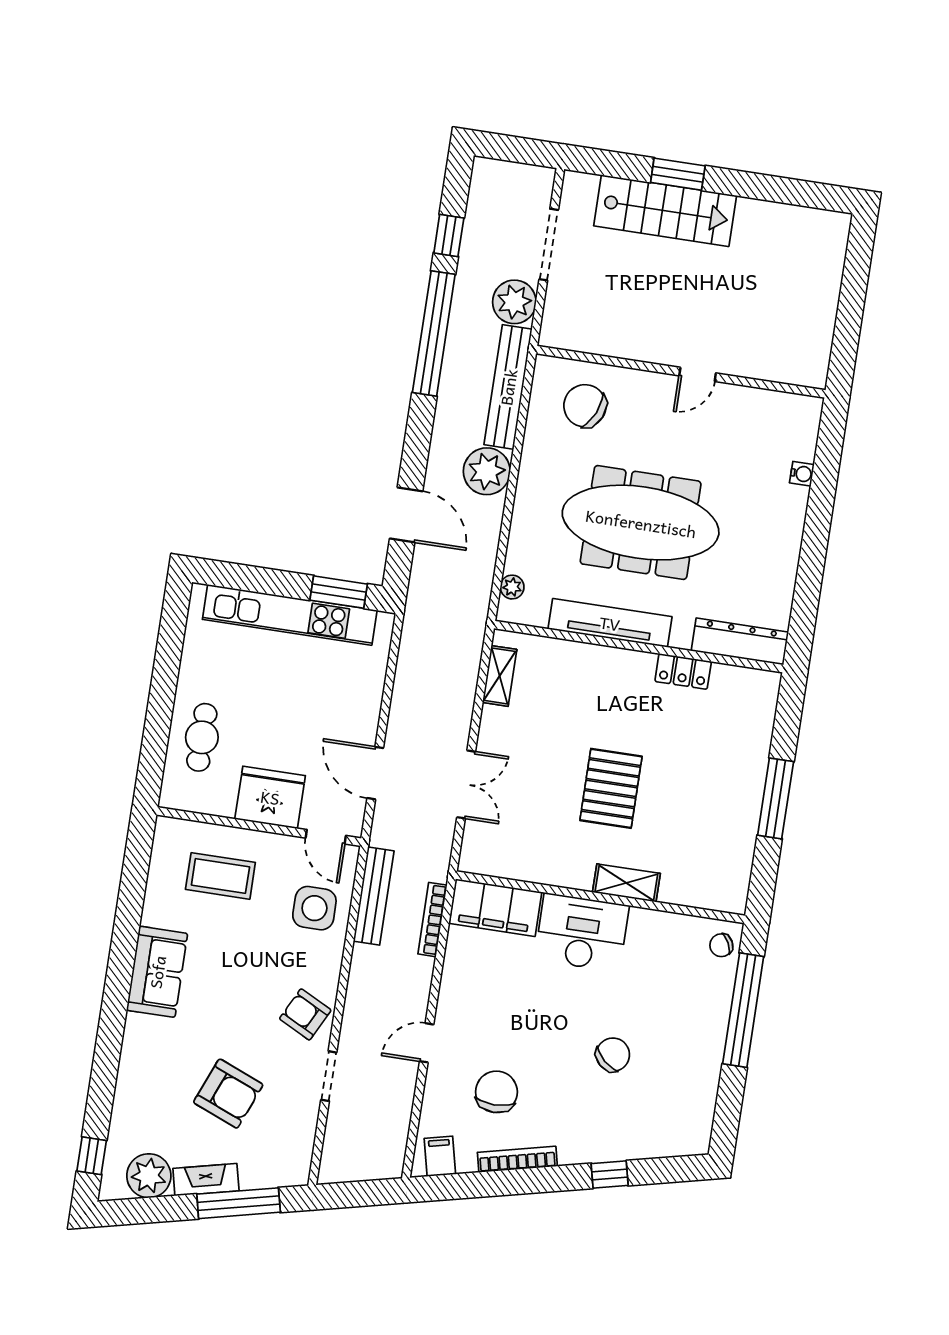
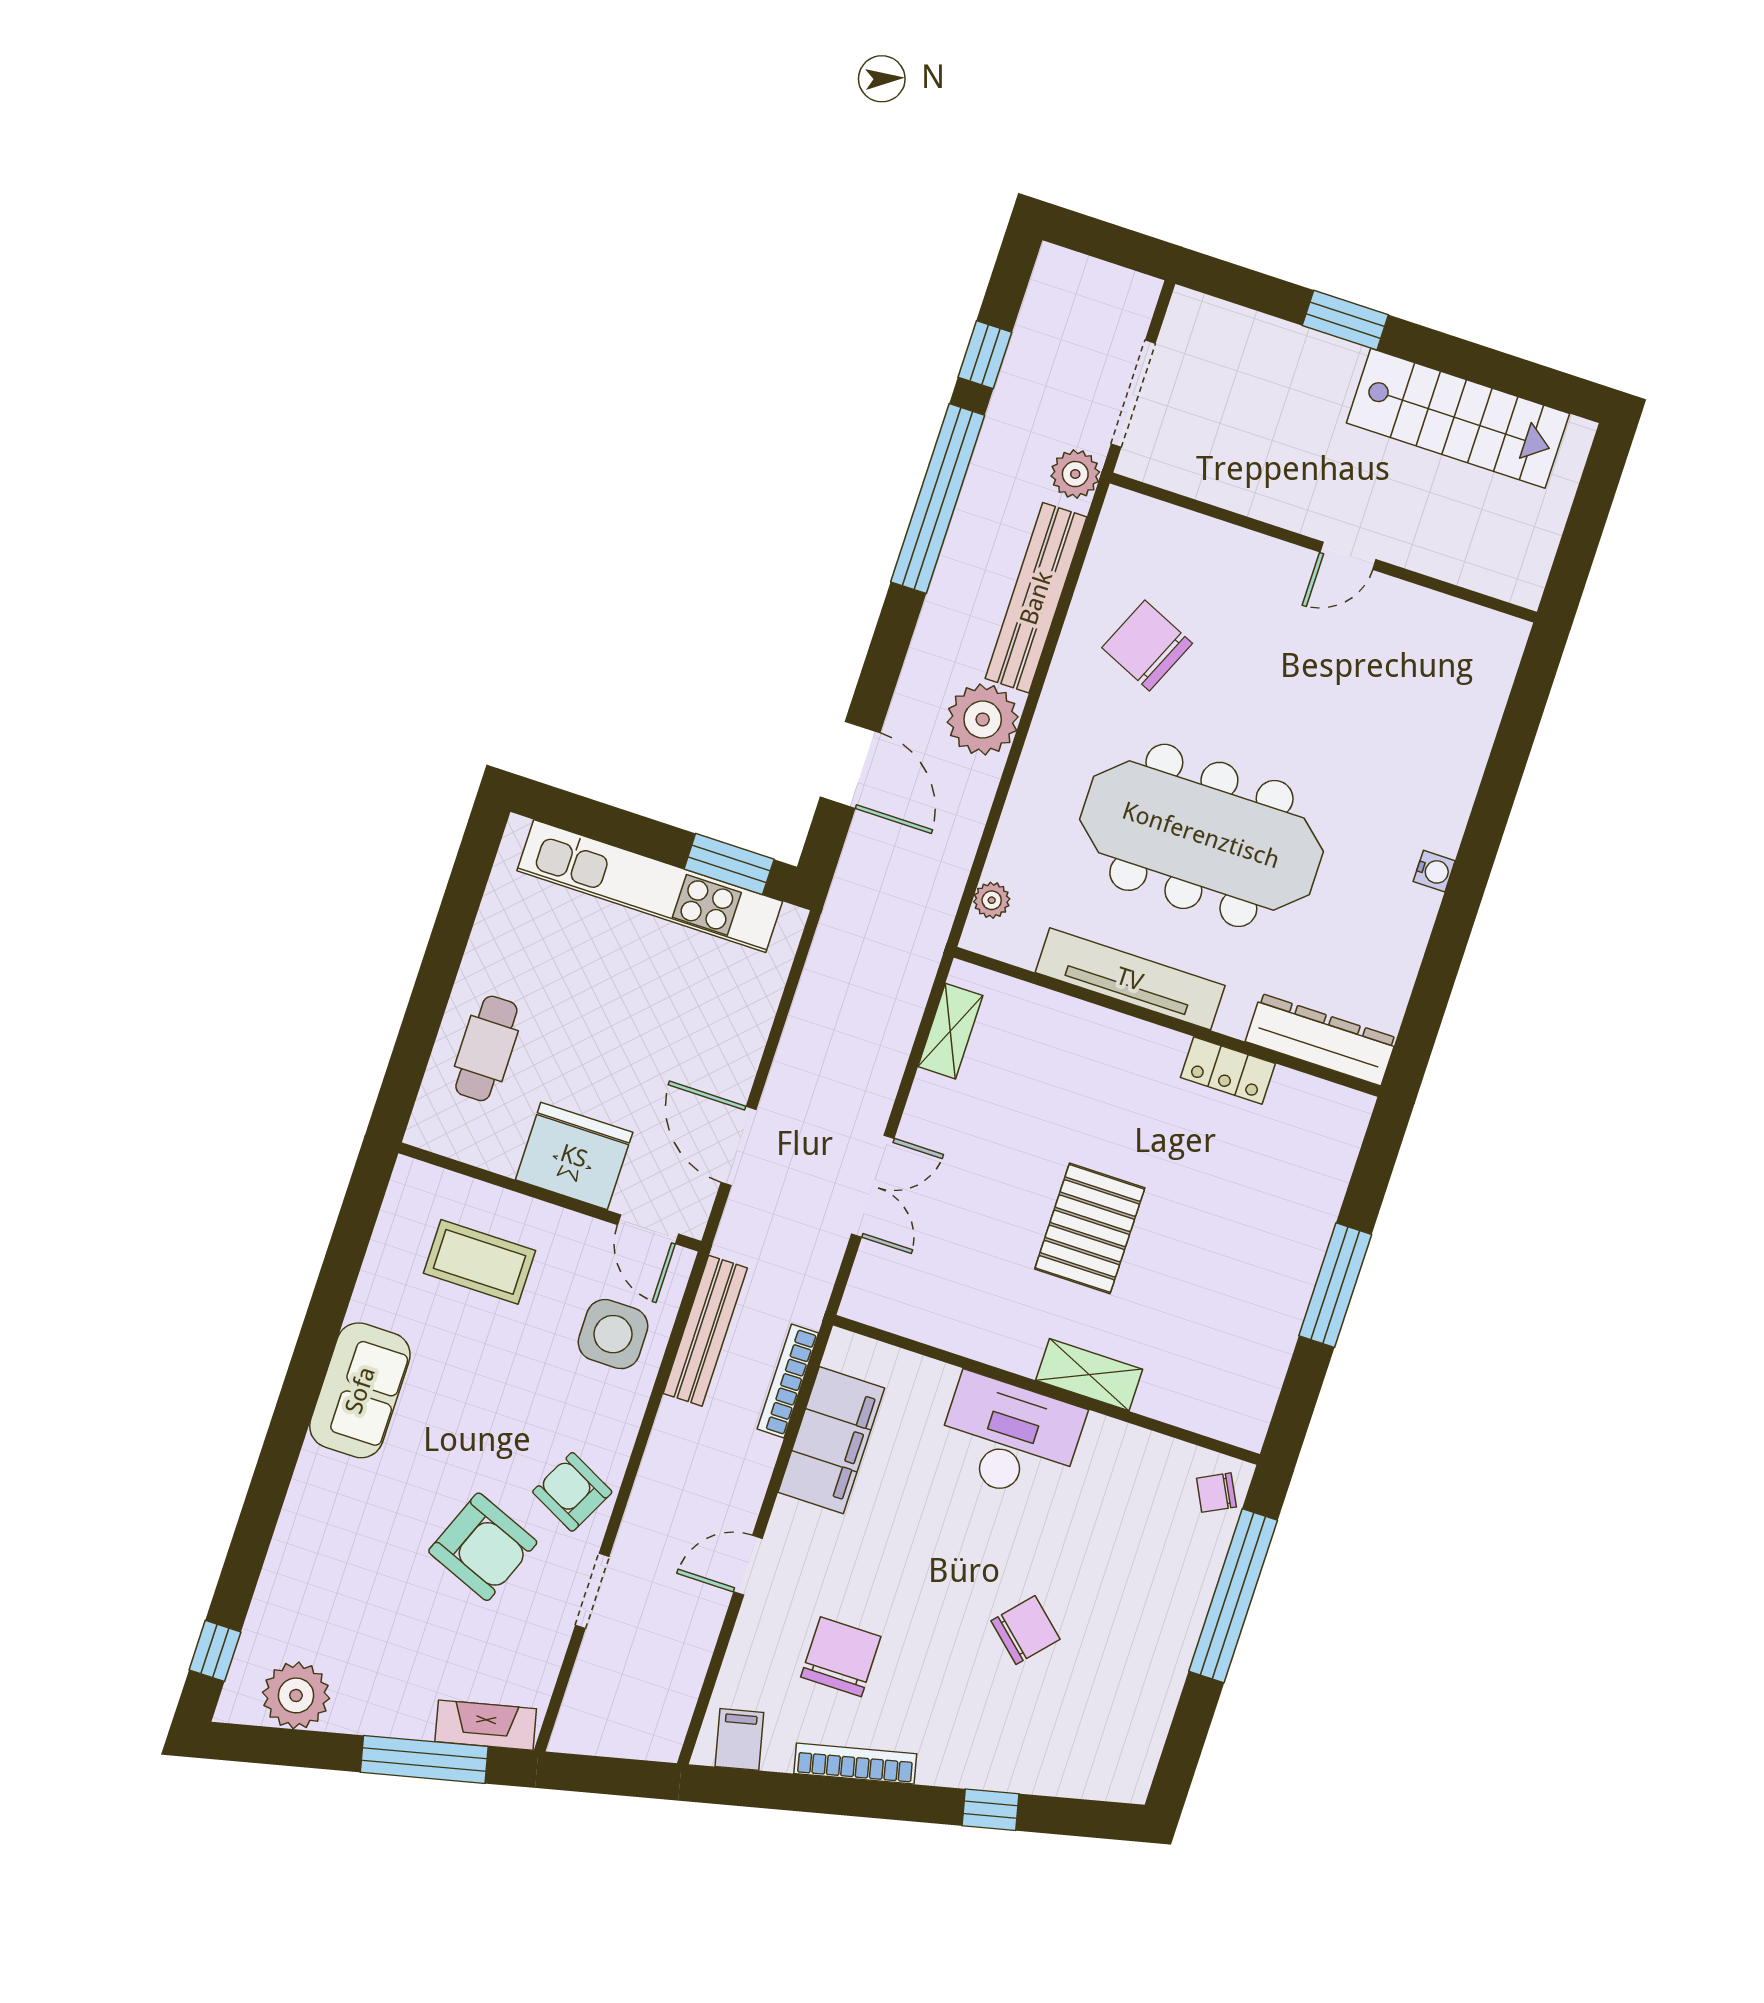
stairs: (665, 211) -> (1458, 418), moved
plant: (514, 302) -> (1075, 474), width x0.73, depth x0.73
wall: (681, 372) -> (1323, 548), moved
door: (698, 374) -> (1348, 556), moved
water cooler: (802, 474) -> (1434, 871), moved
filing cabinet: (495, 908) -> (831, 1440), moved, turned -90
armchair: (228, 1094) -> (483, 1547), moved
fireplace: (206, 1180) -> (486, 1725), moved

